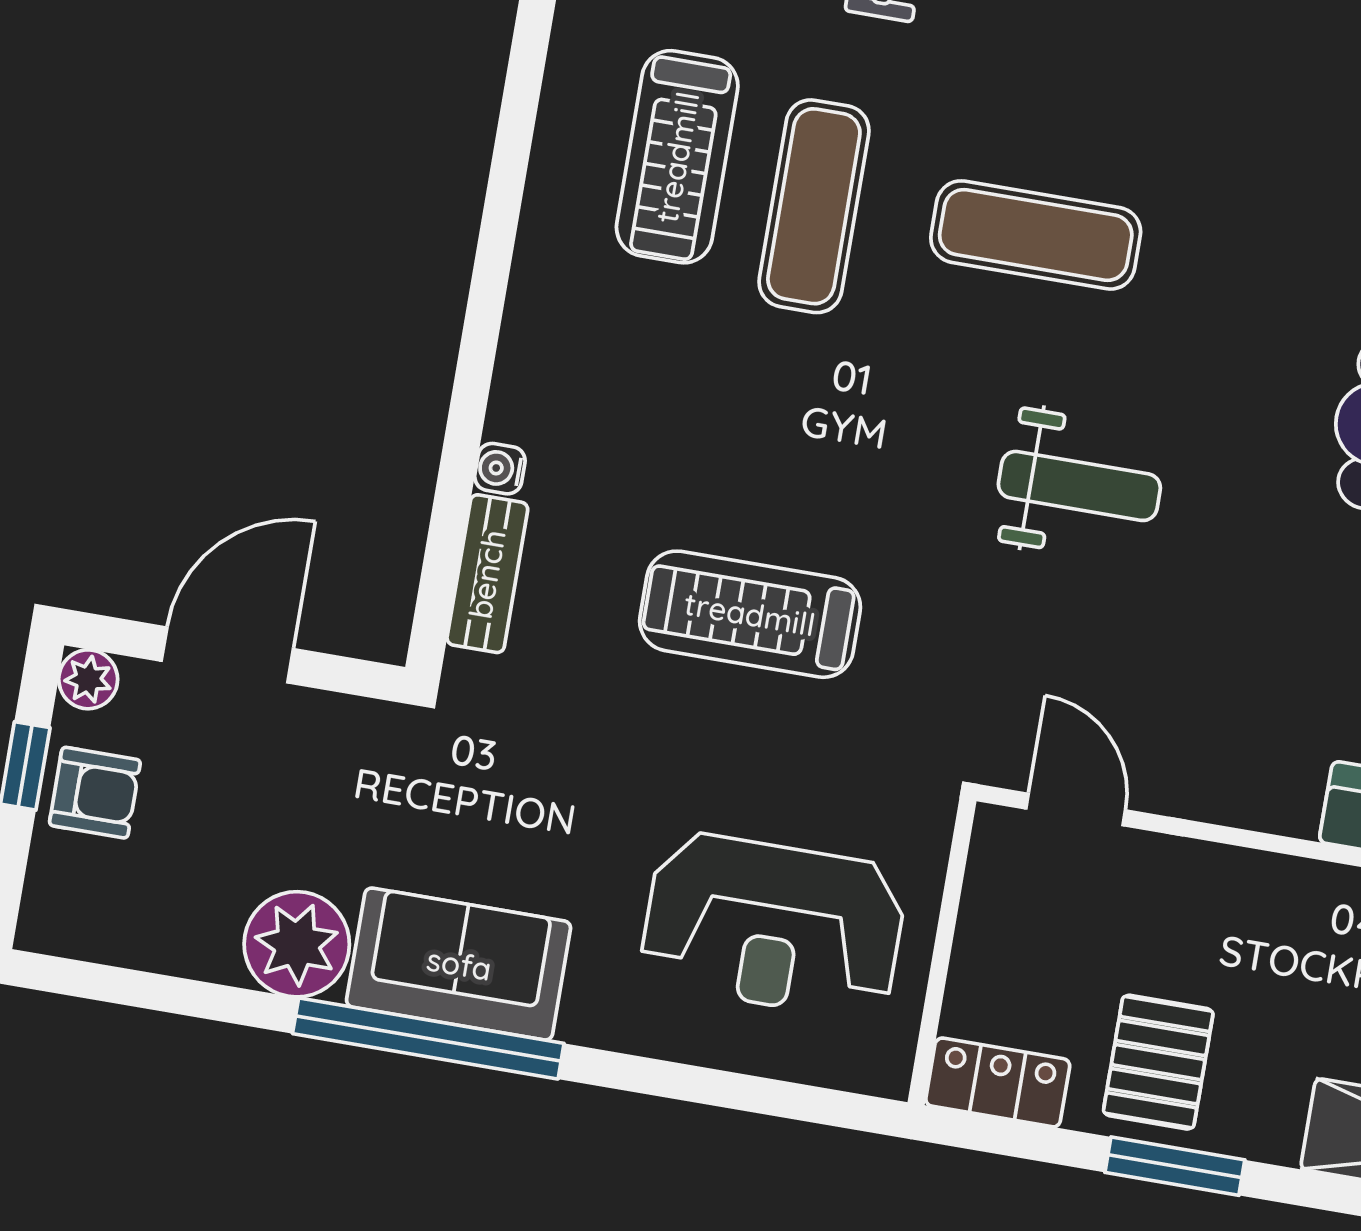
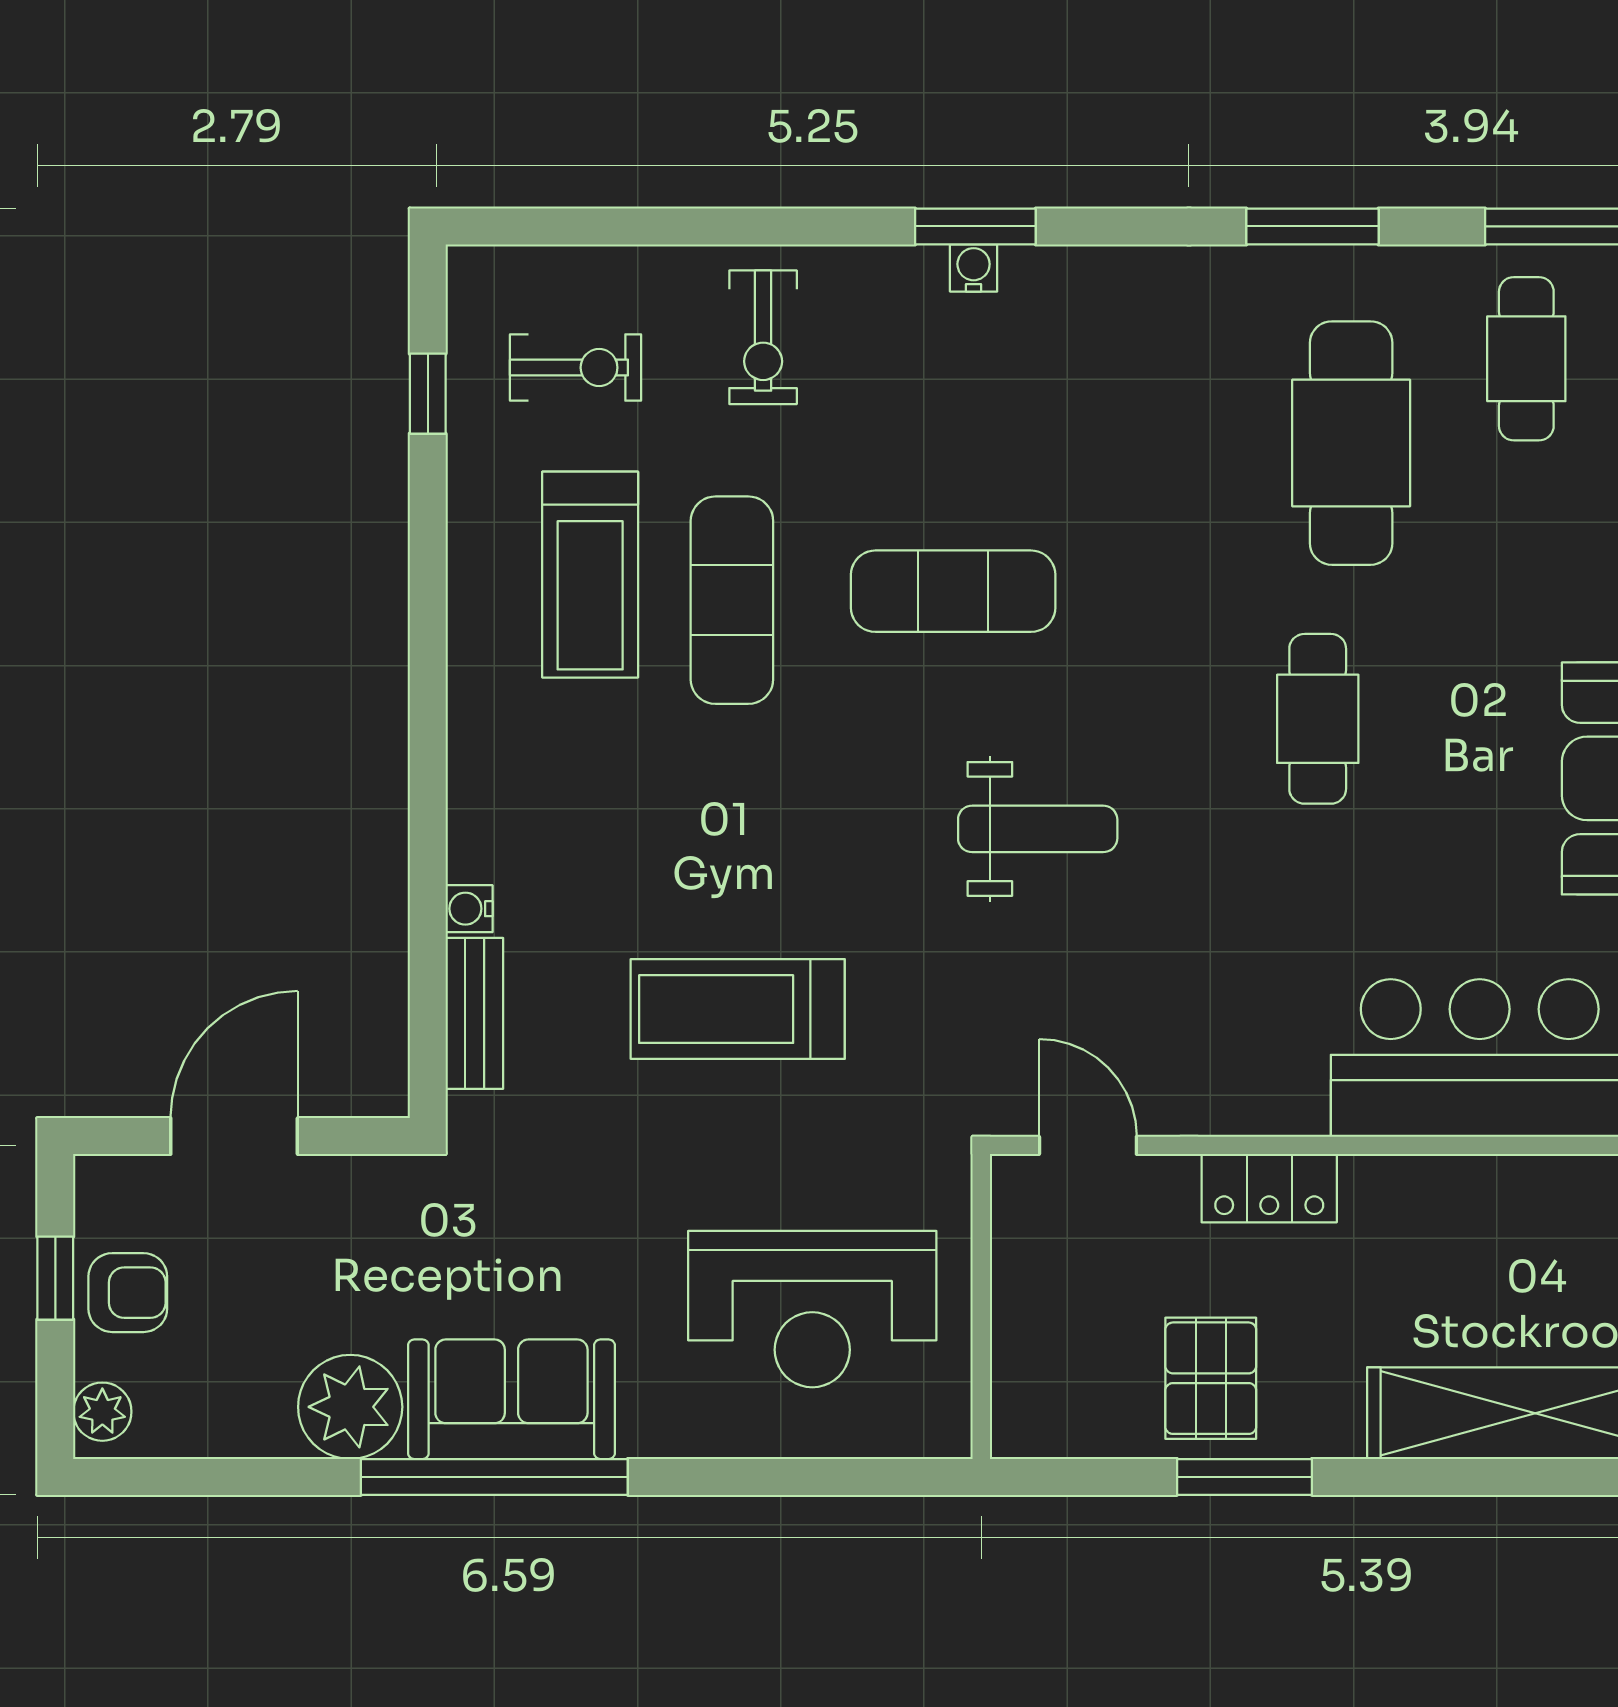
plant: (88, 679) -> (102, 1412), moved
locker: (998, 1082) -> (1269, 1188), moved, turned 180

